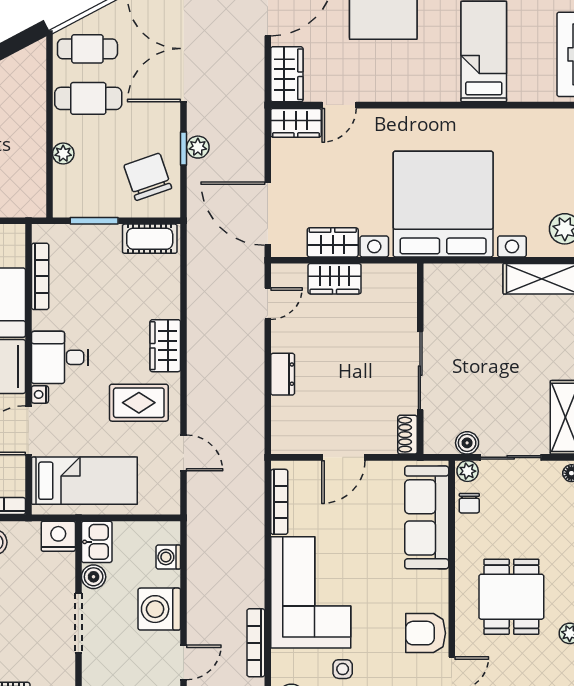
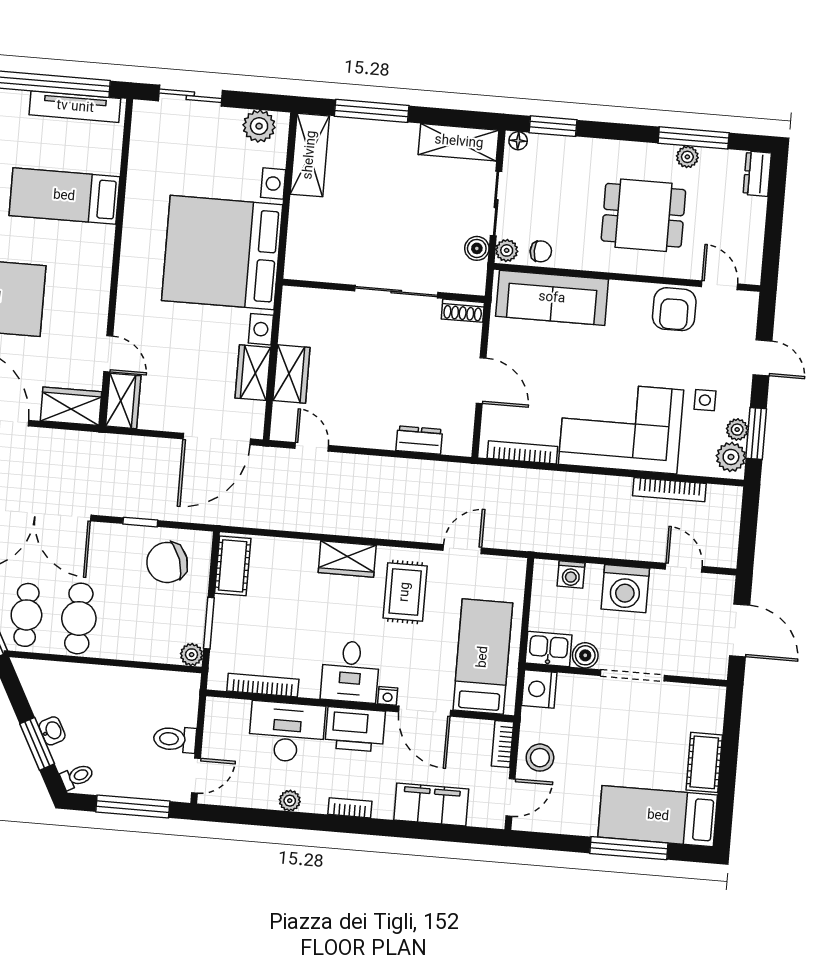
plant: (198, 147) -> (140, 507), removed
plant: (63, 154) -> (192, 655), moved
dresser: (283, 374) -> (419, 440), moved

